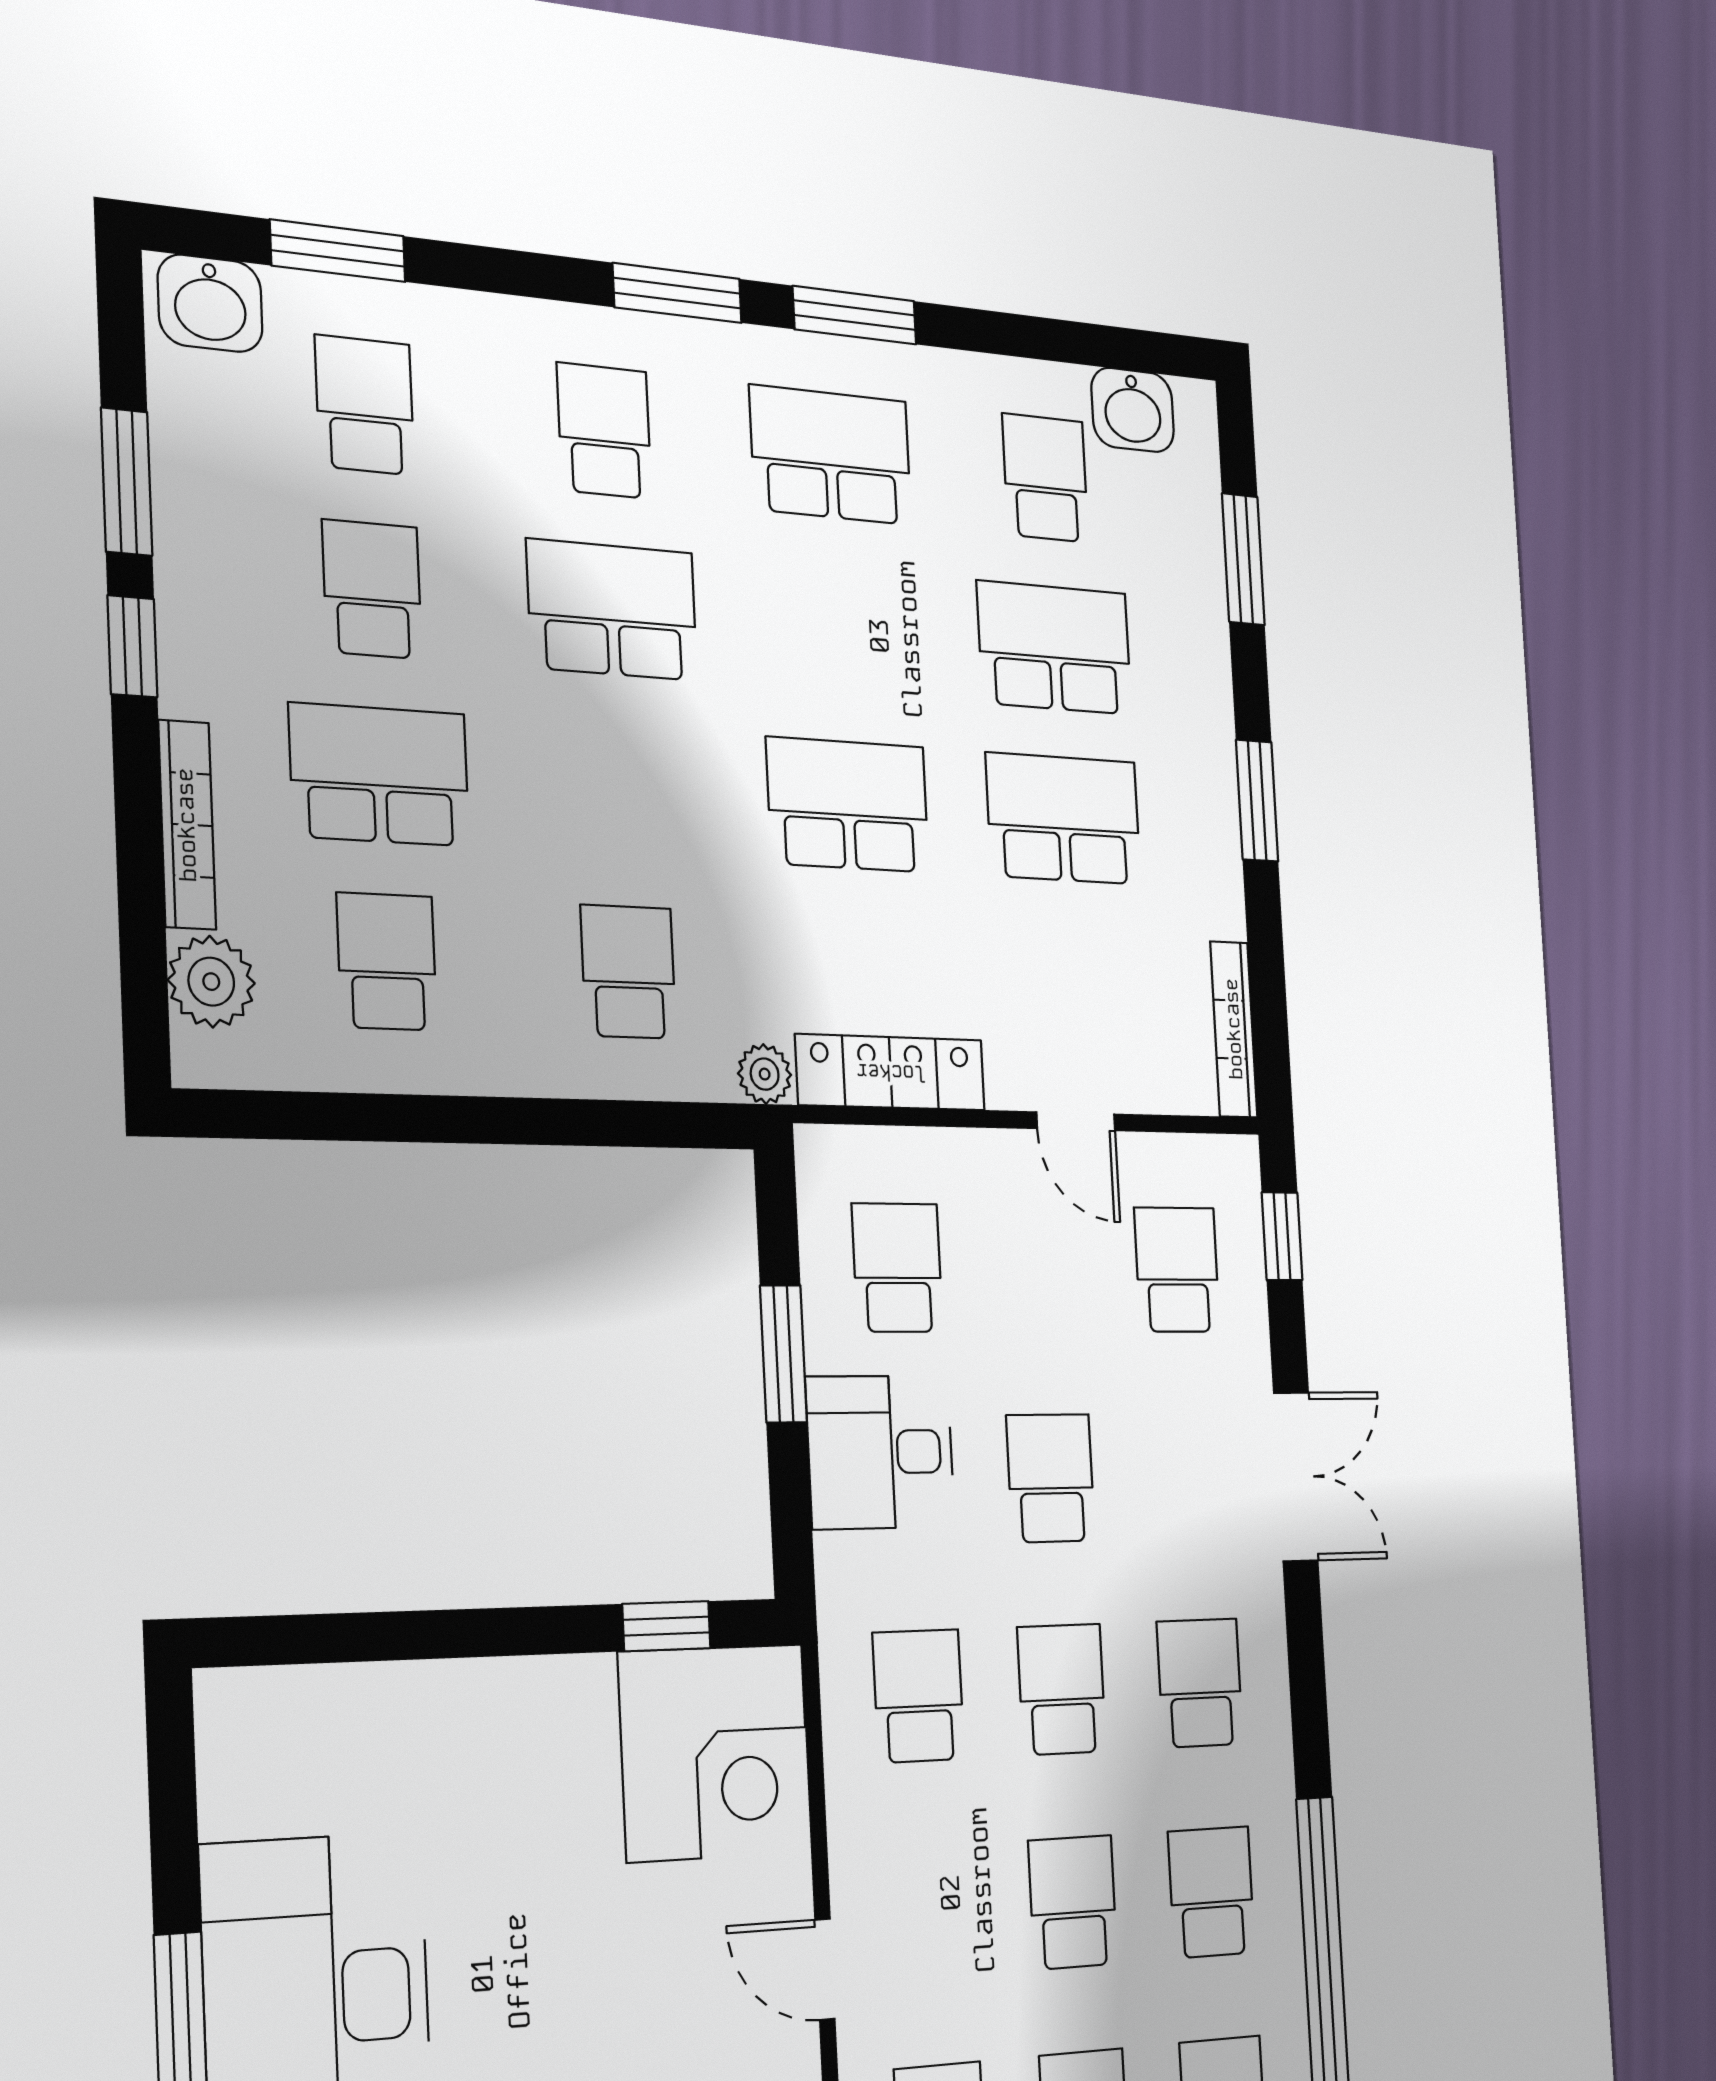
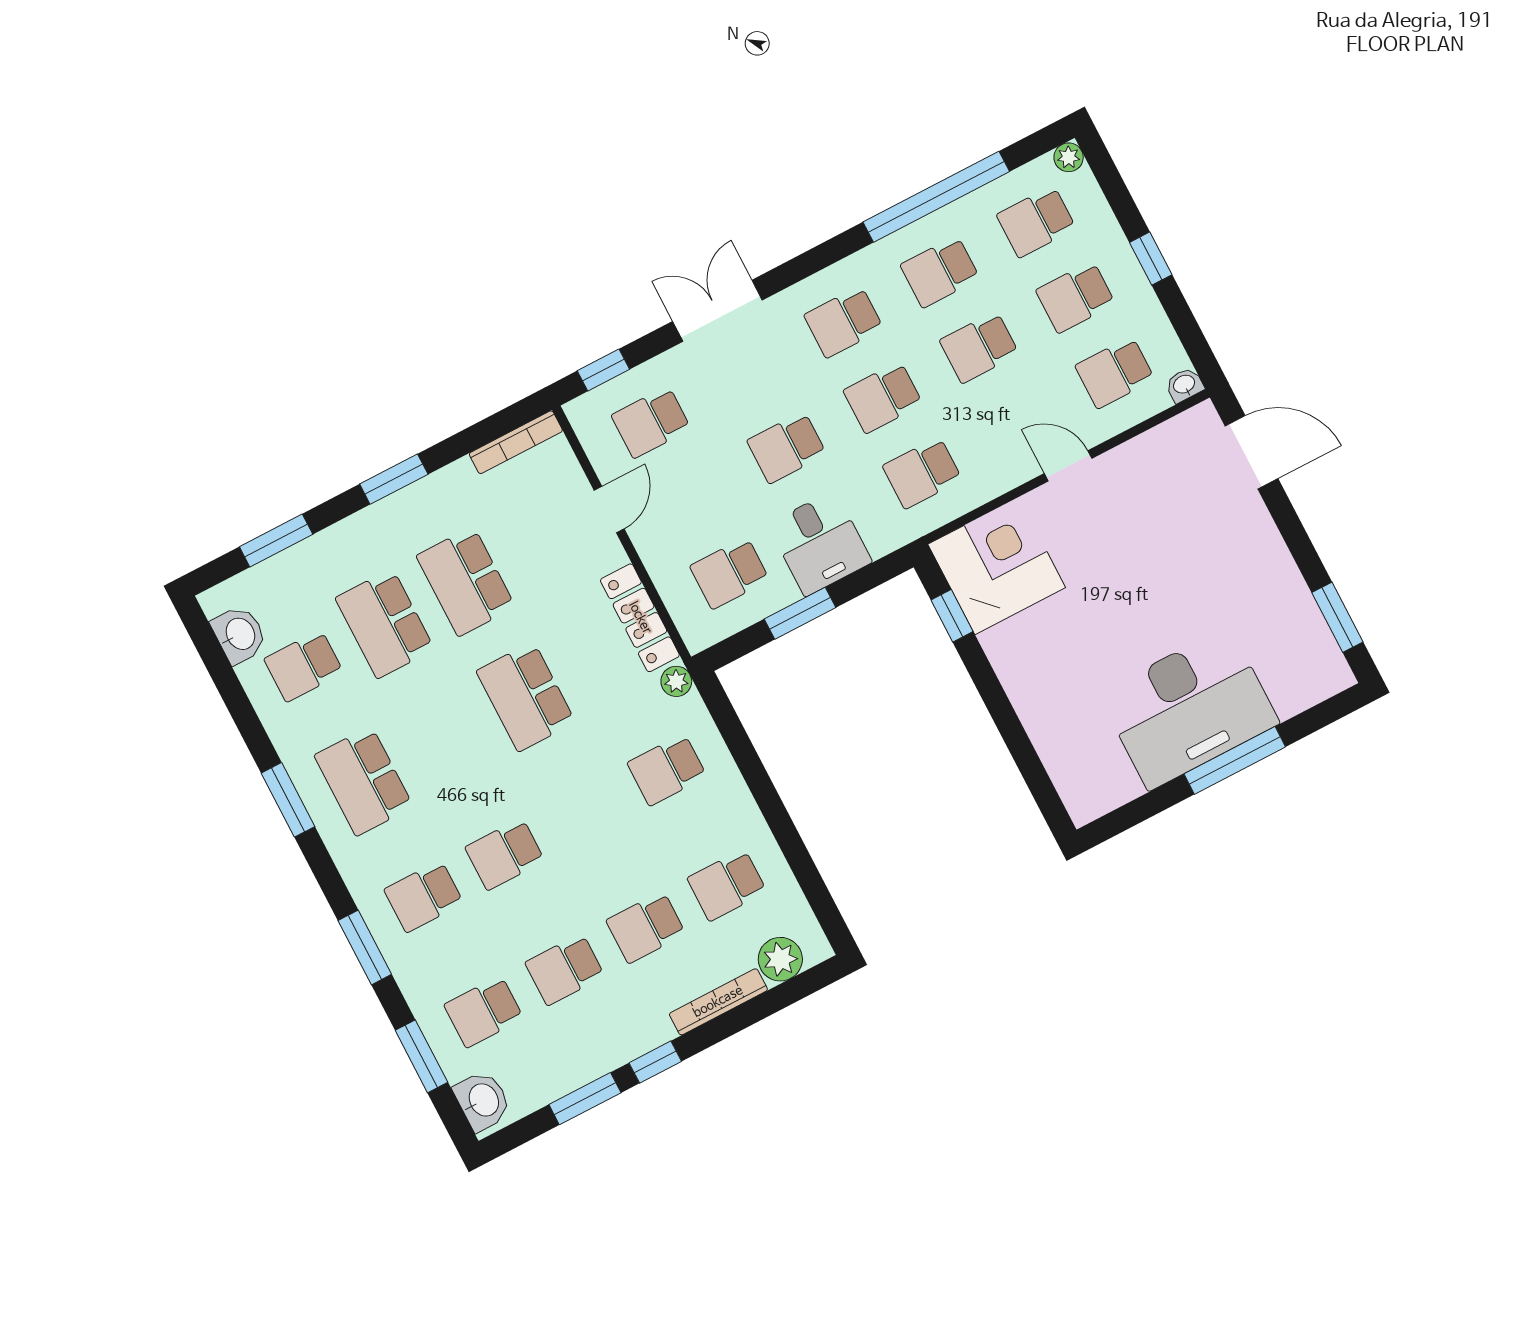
window: (677, 293) -> (365, 947), moved
school desk: (612, 610) -> (505, 854), width x0.54
school desk: (379, 775) -> (646, 927), width x0.54
door: (825, 1969) -> (1068, 466), swing flipped

